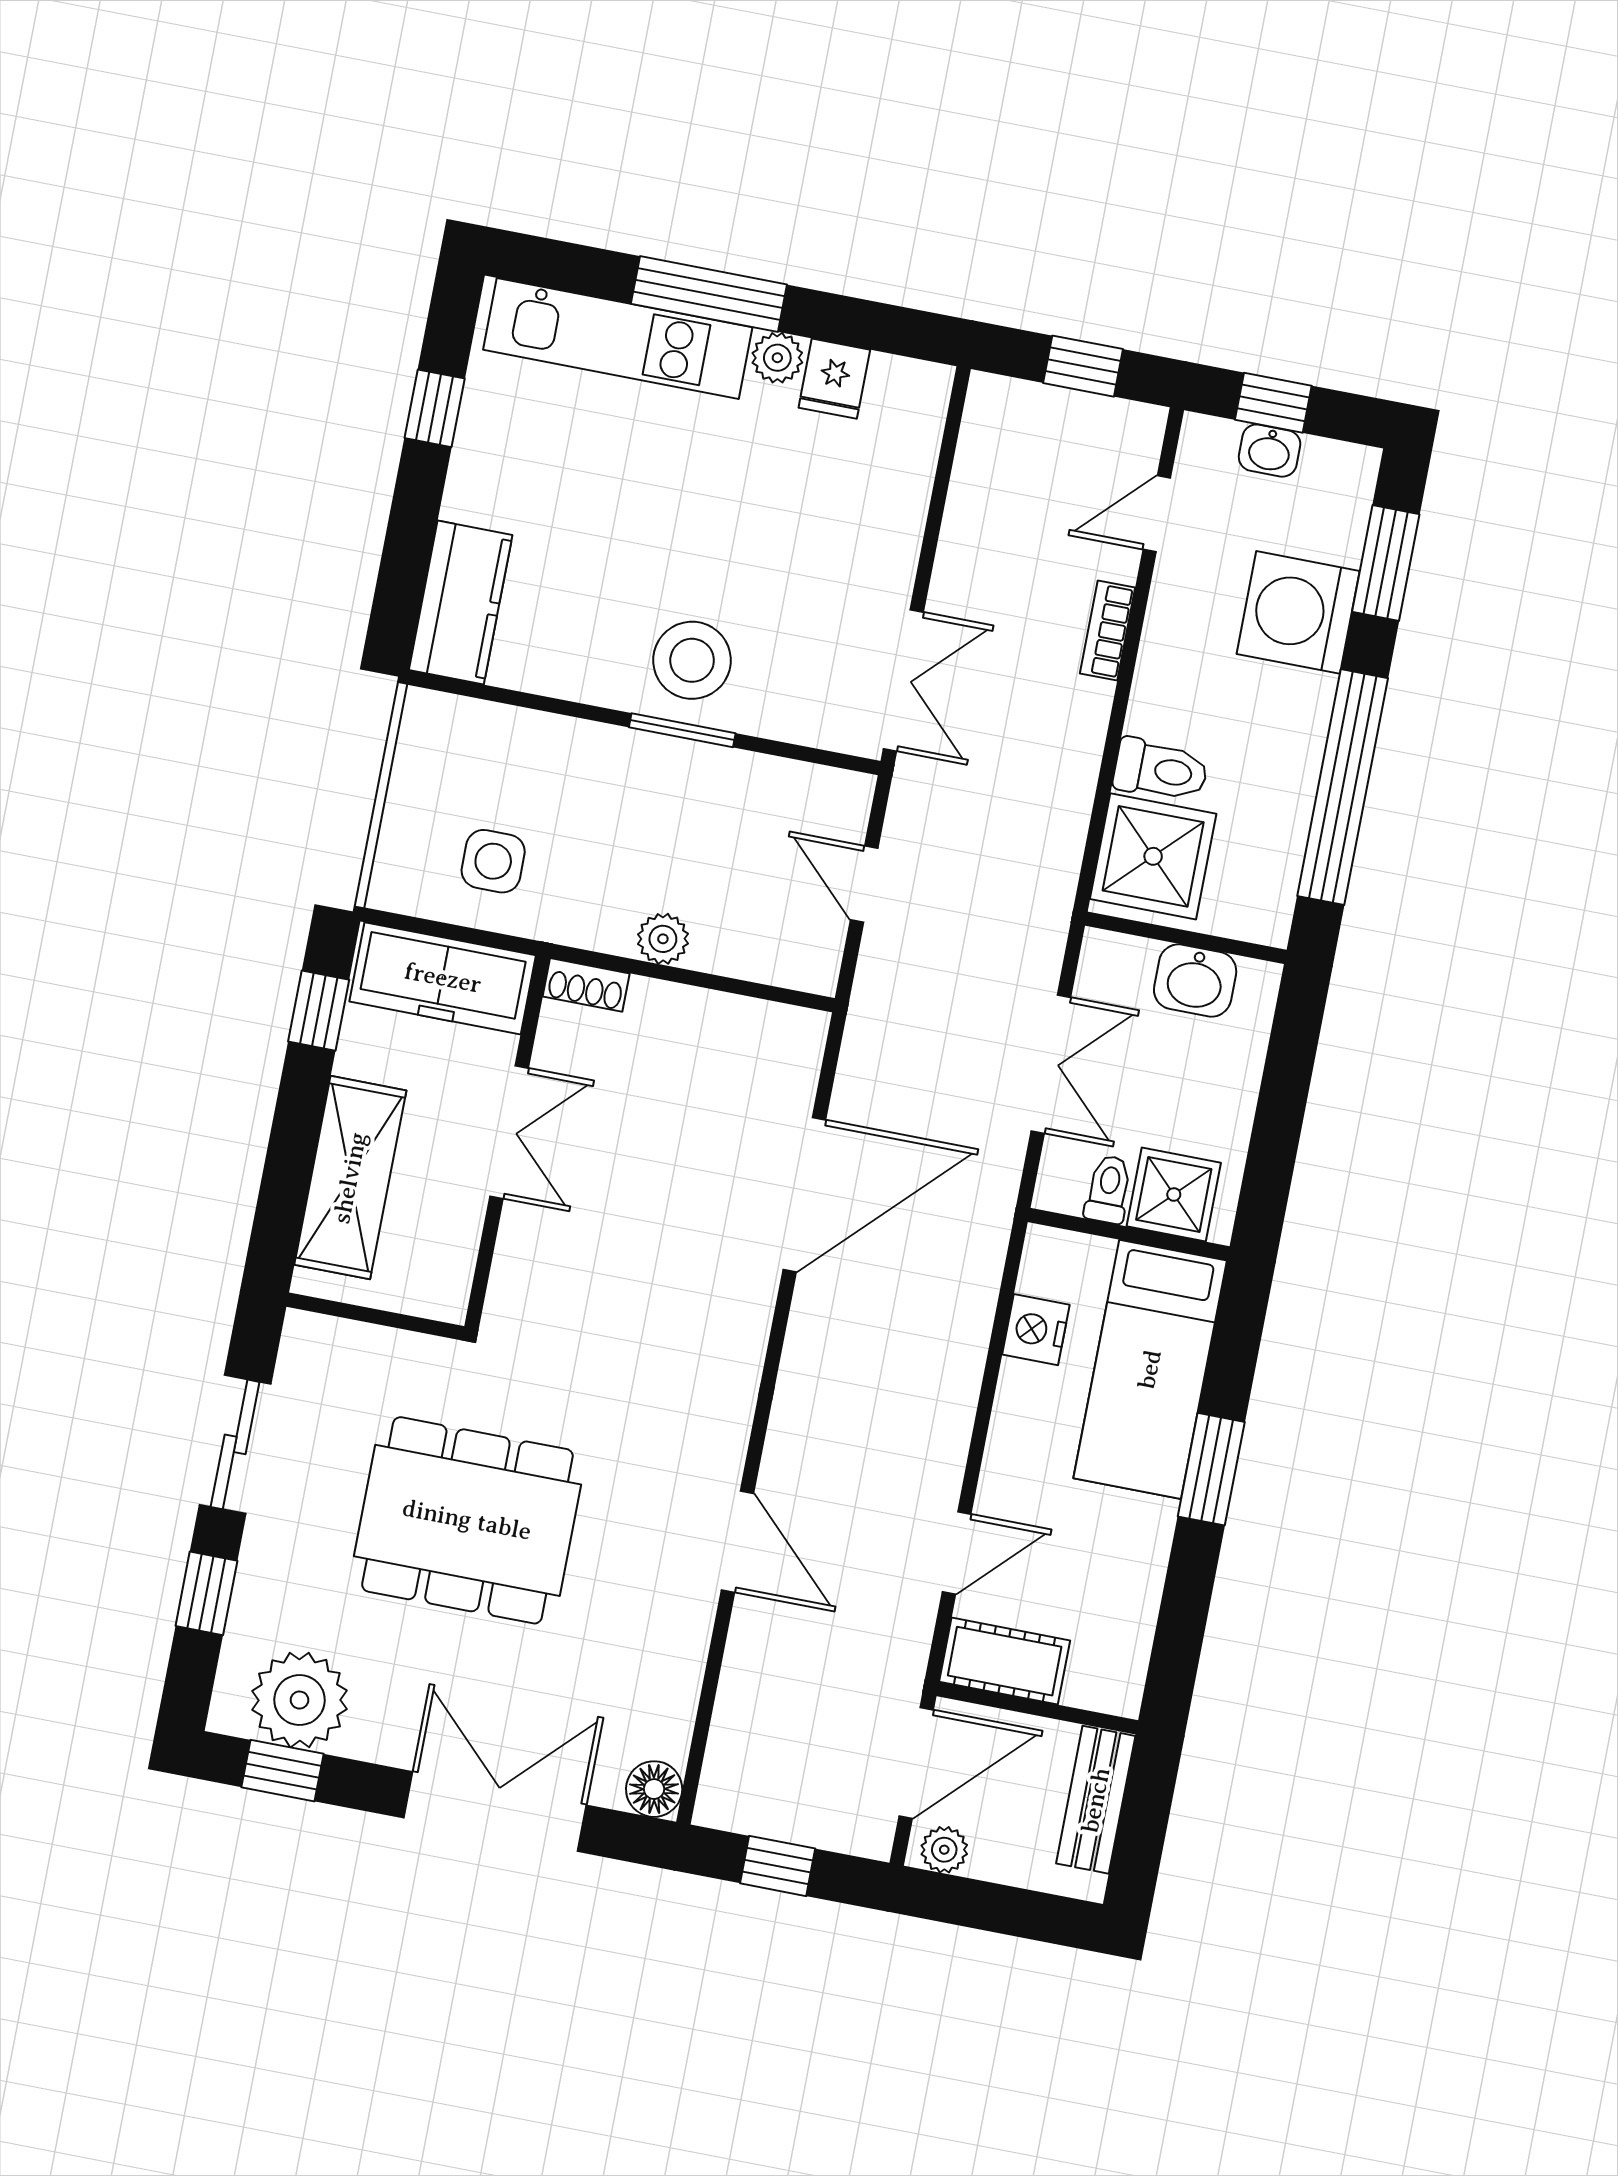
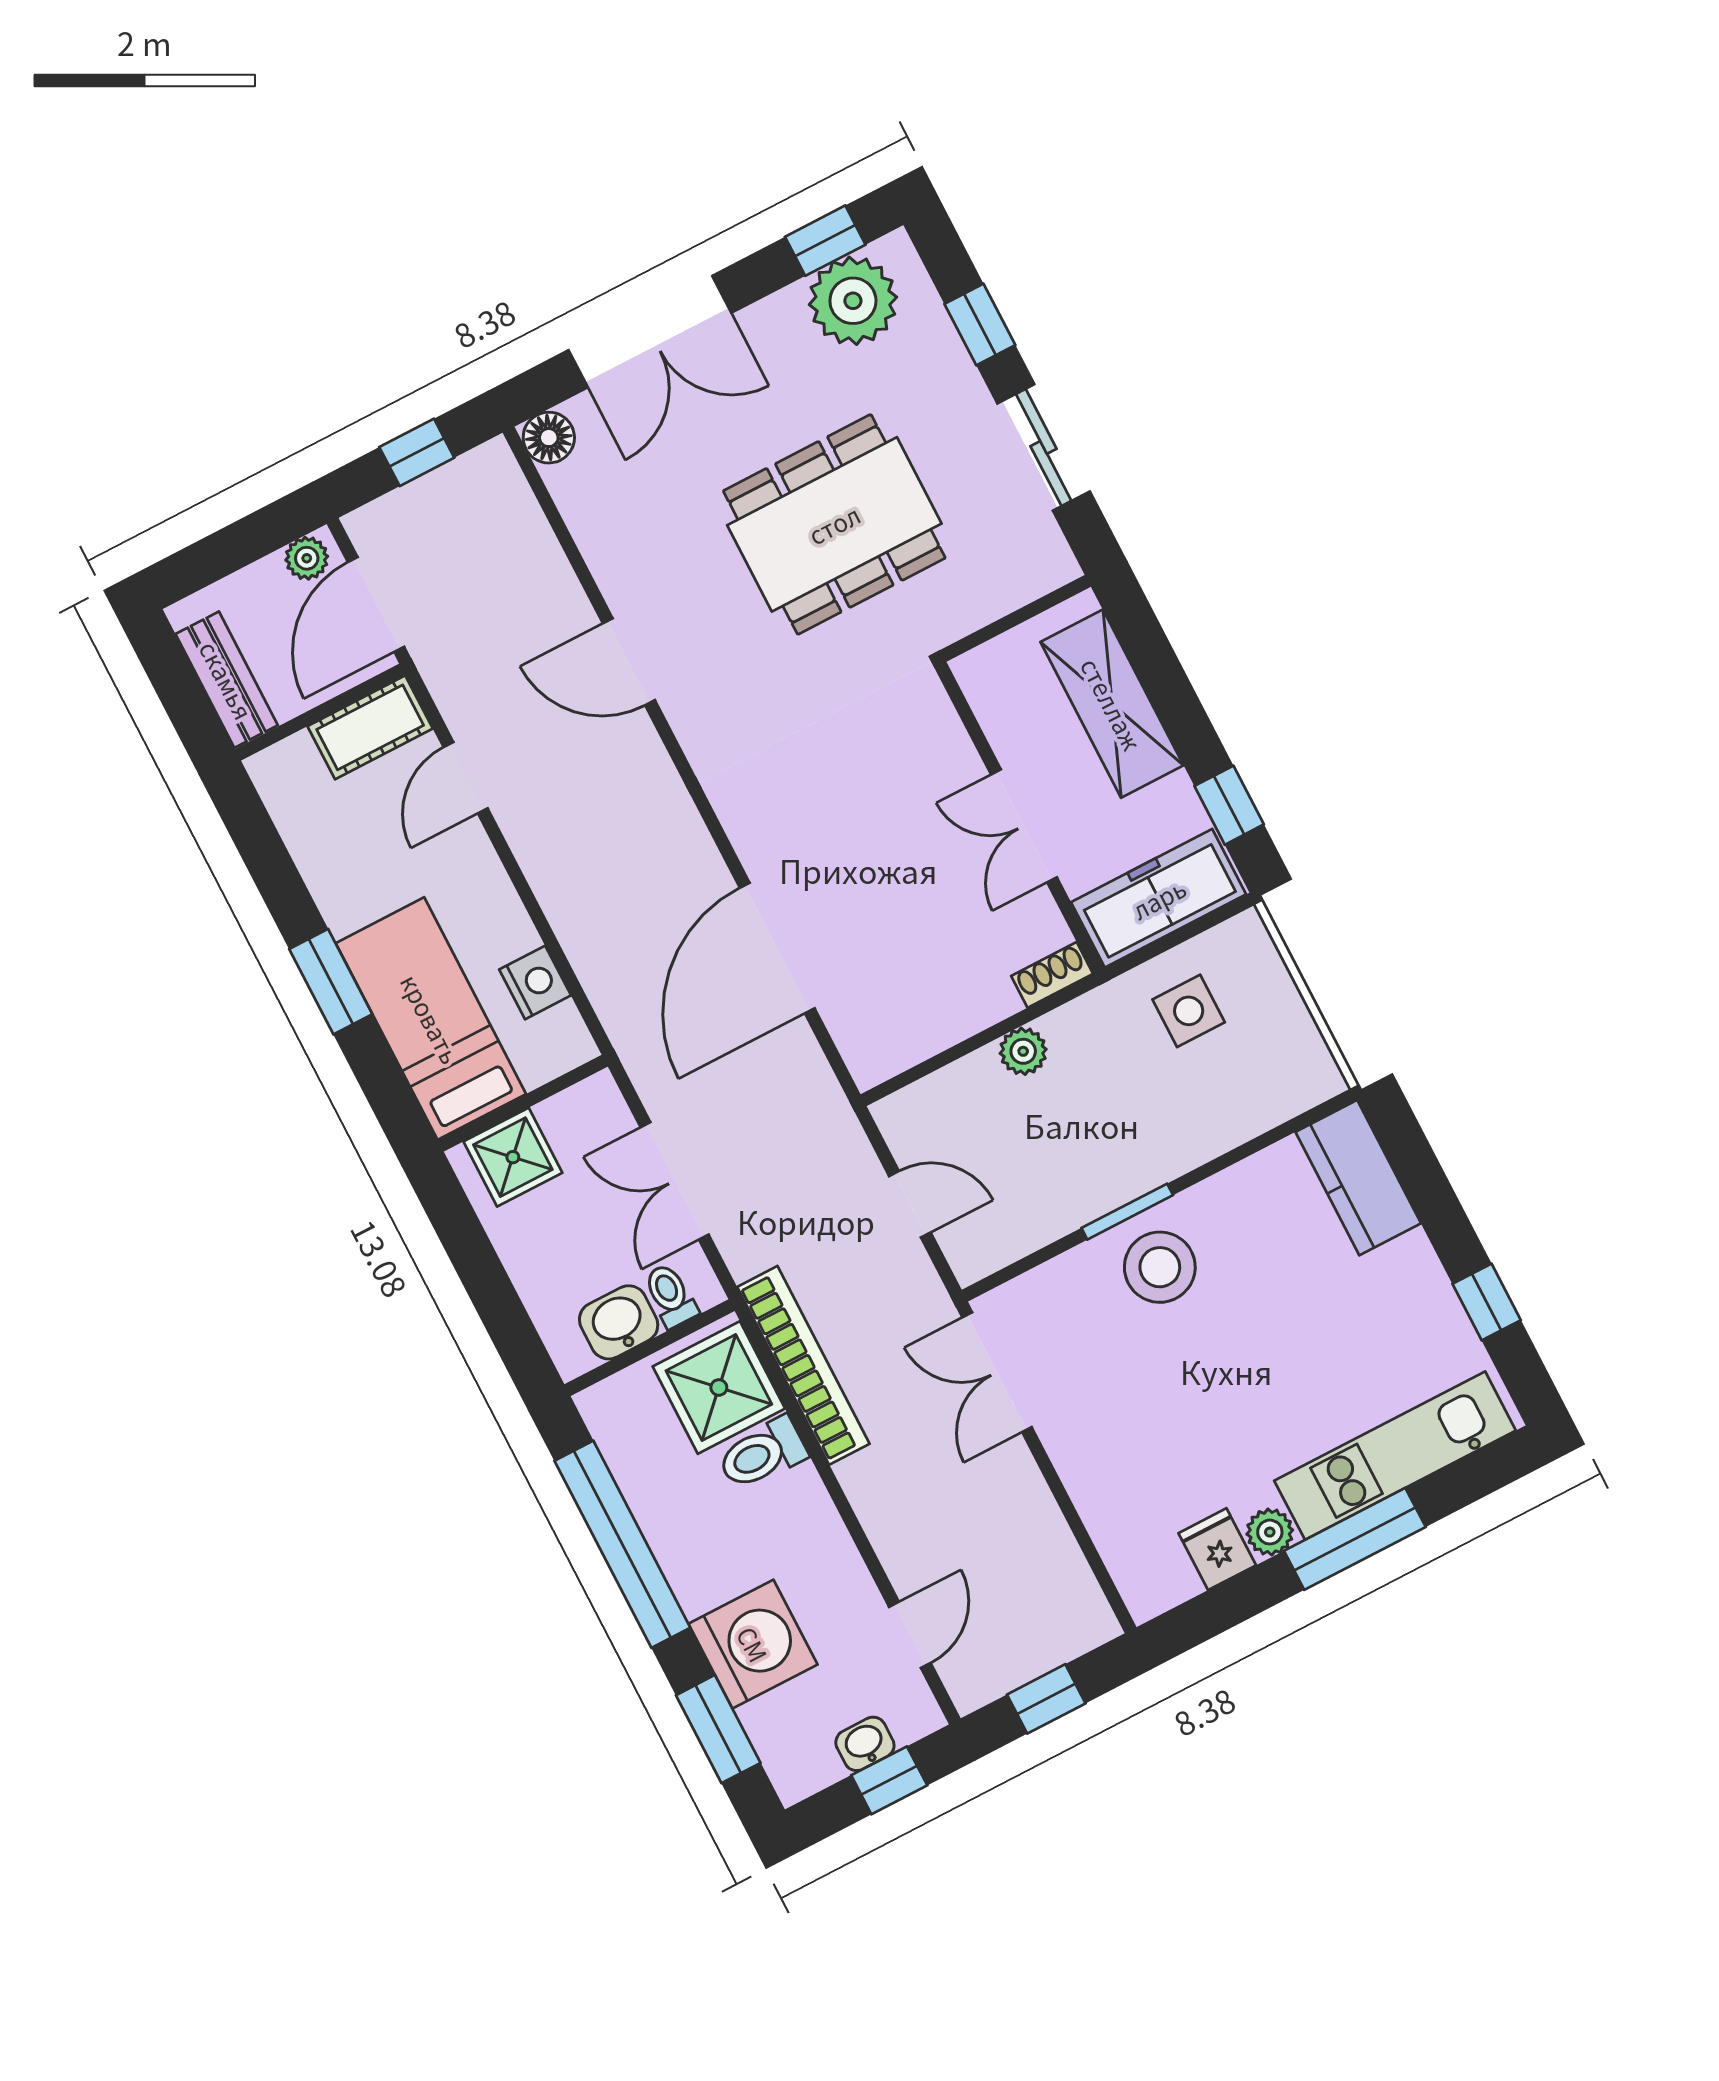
bookcase: (1108, 631) -> (803, 1365), moved, width x2.31, depth x1.31
toilet: (1108, 1189) -> (670, 1296), moved, turned 180

